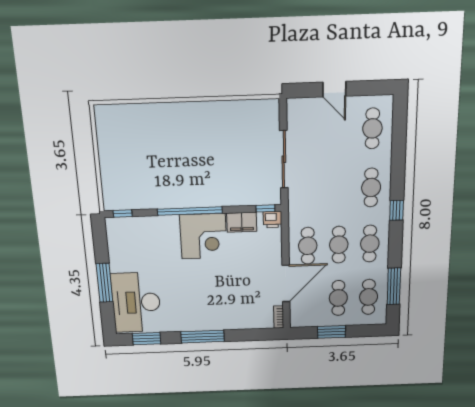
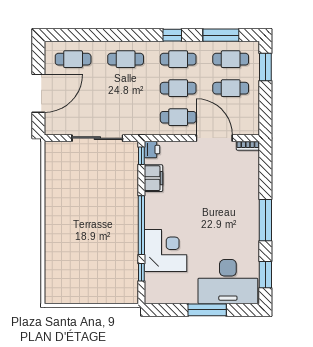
door: (334, 89) -> (38, 93), width x1.87
window: (397, 210) -> (172, 35), moved
window: (123, 213) -> (141, 272), moved
corner desk: (203, 236) -> (165, 250), moved
window: (332, 332) -> (265, 67), moved

